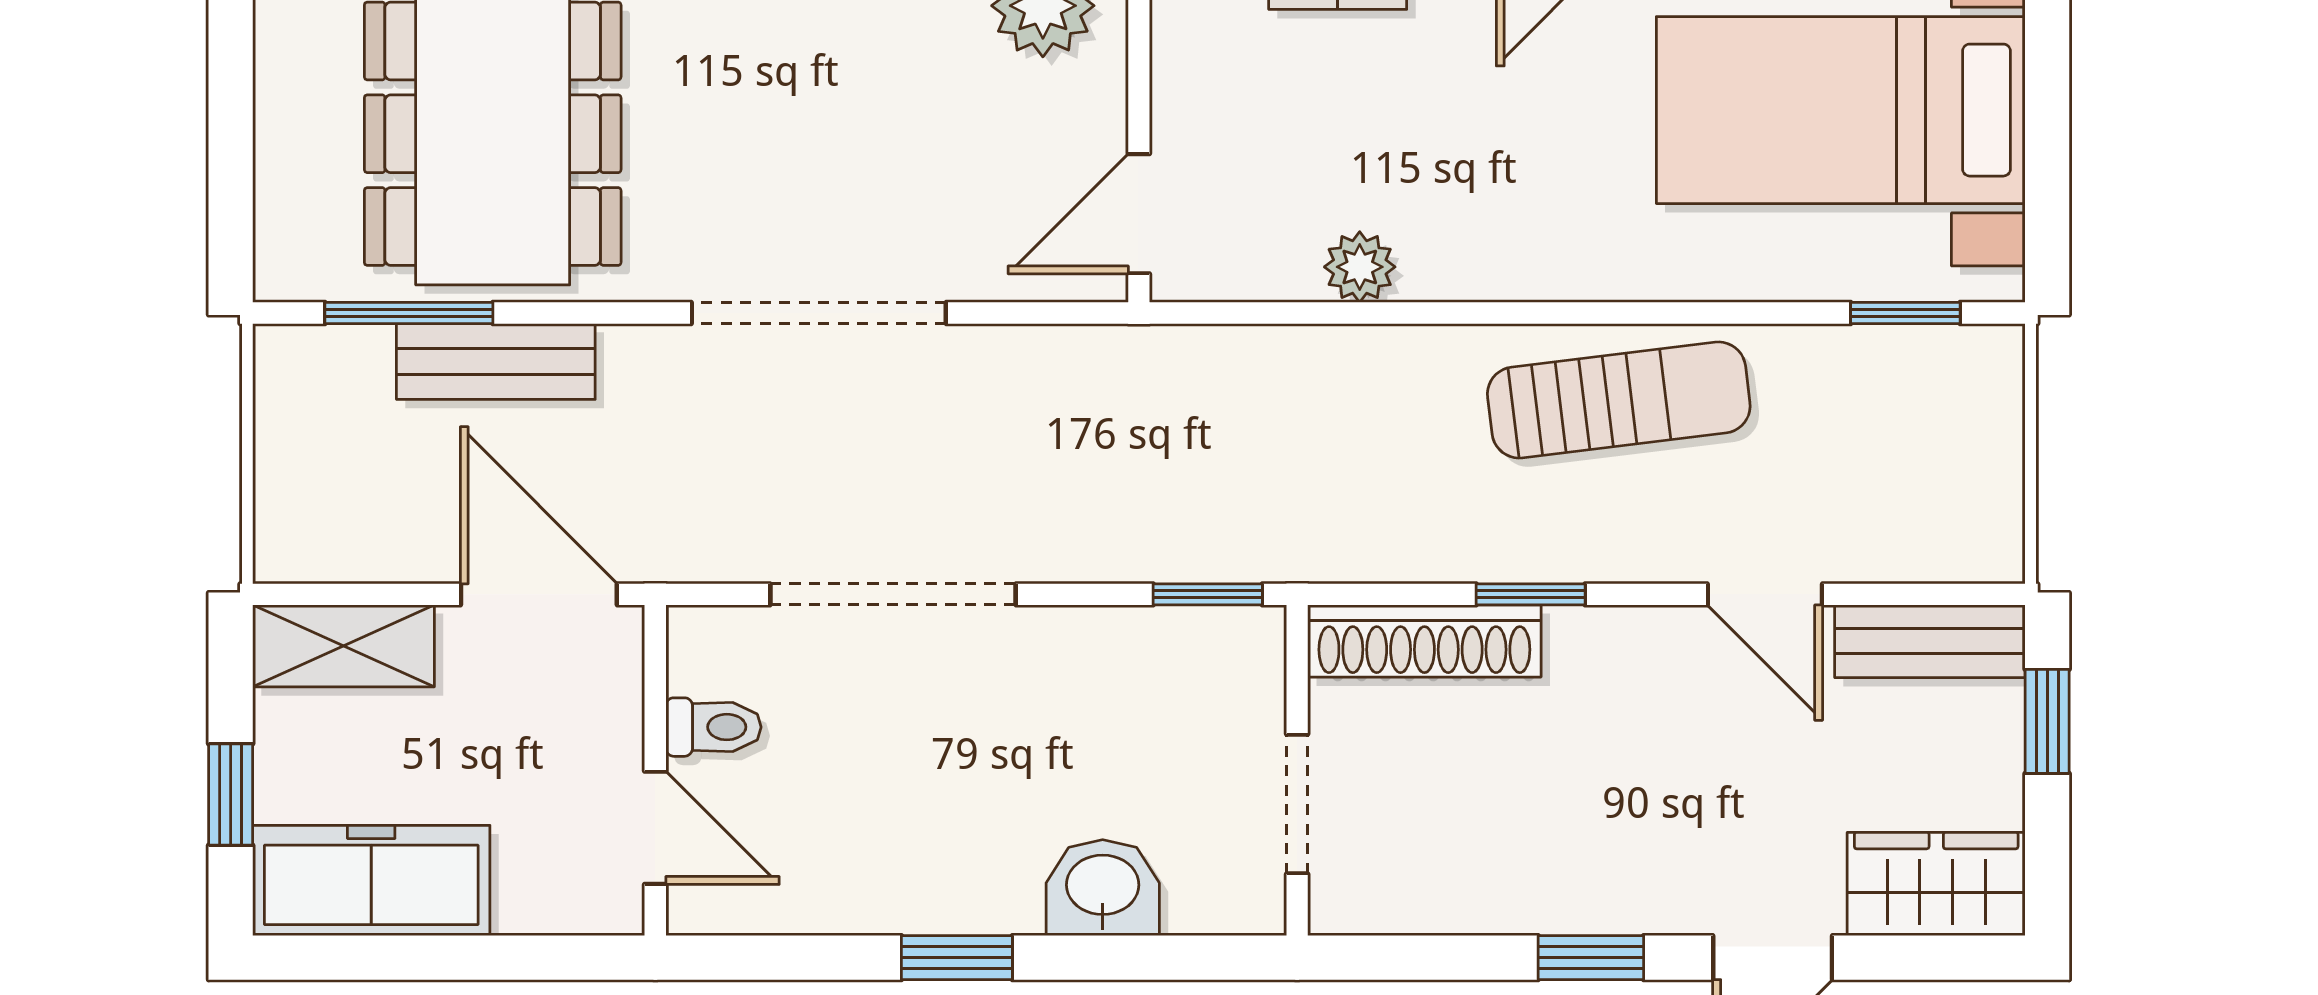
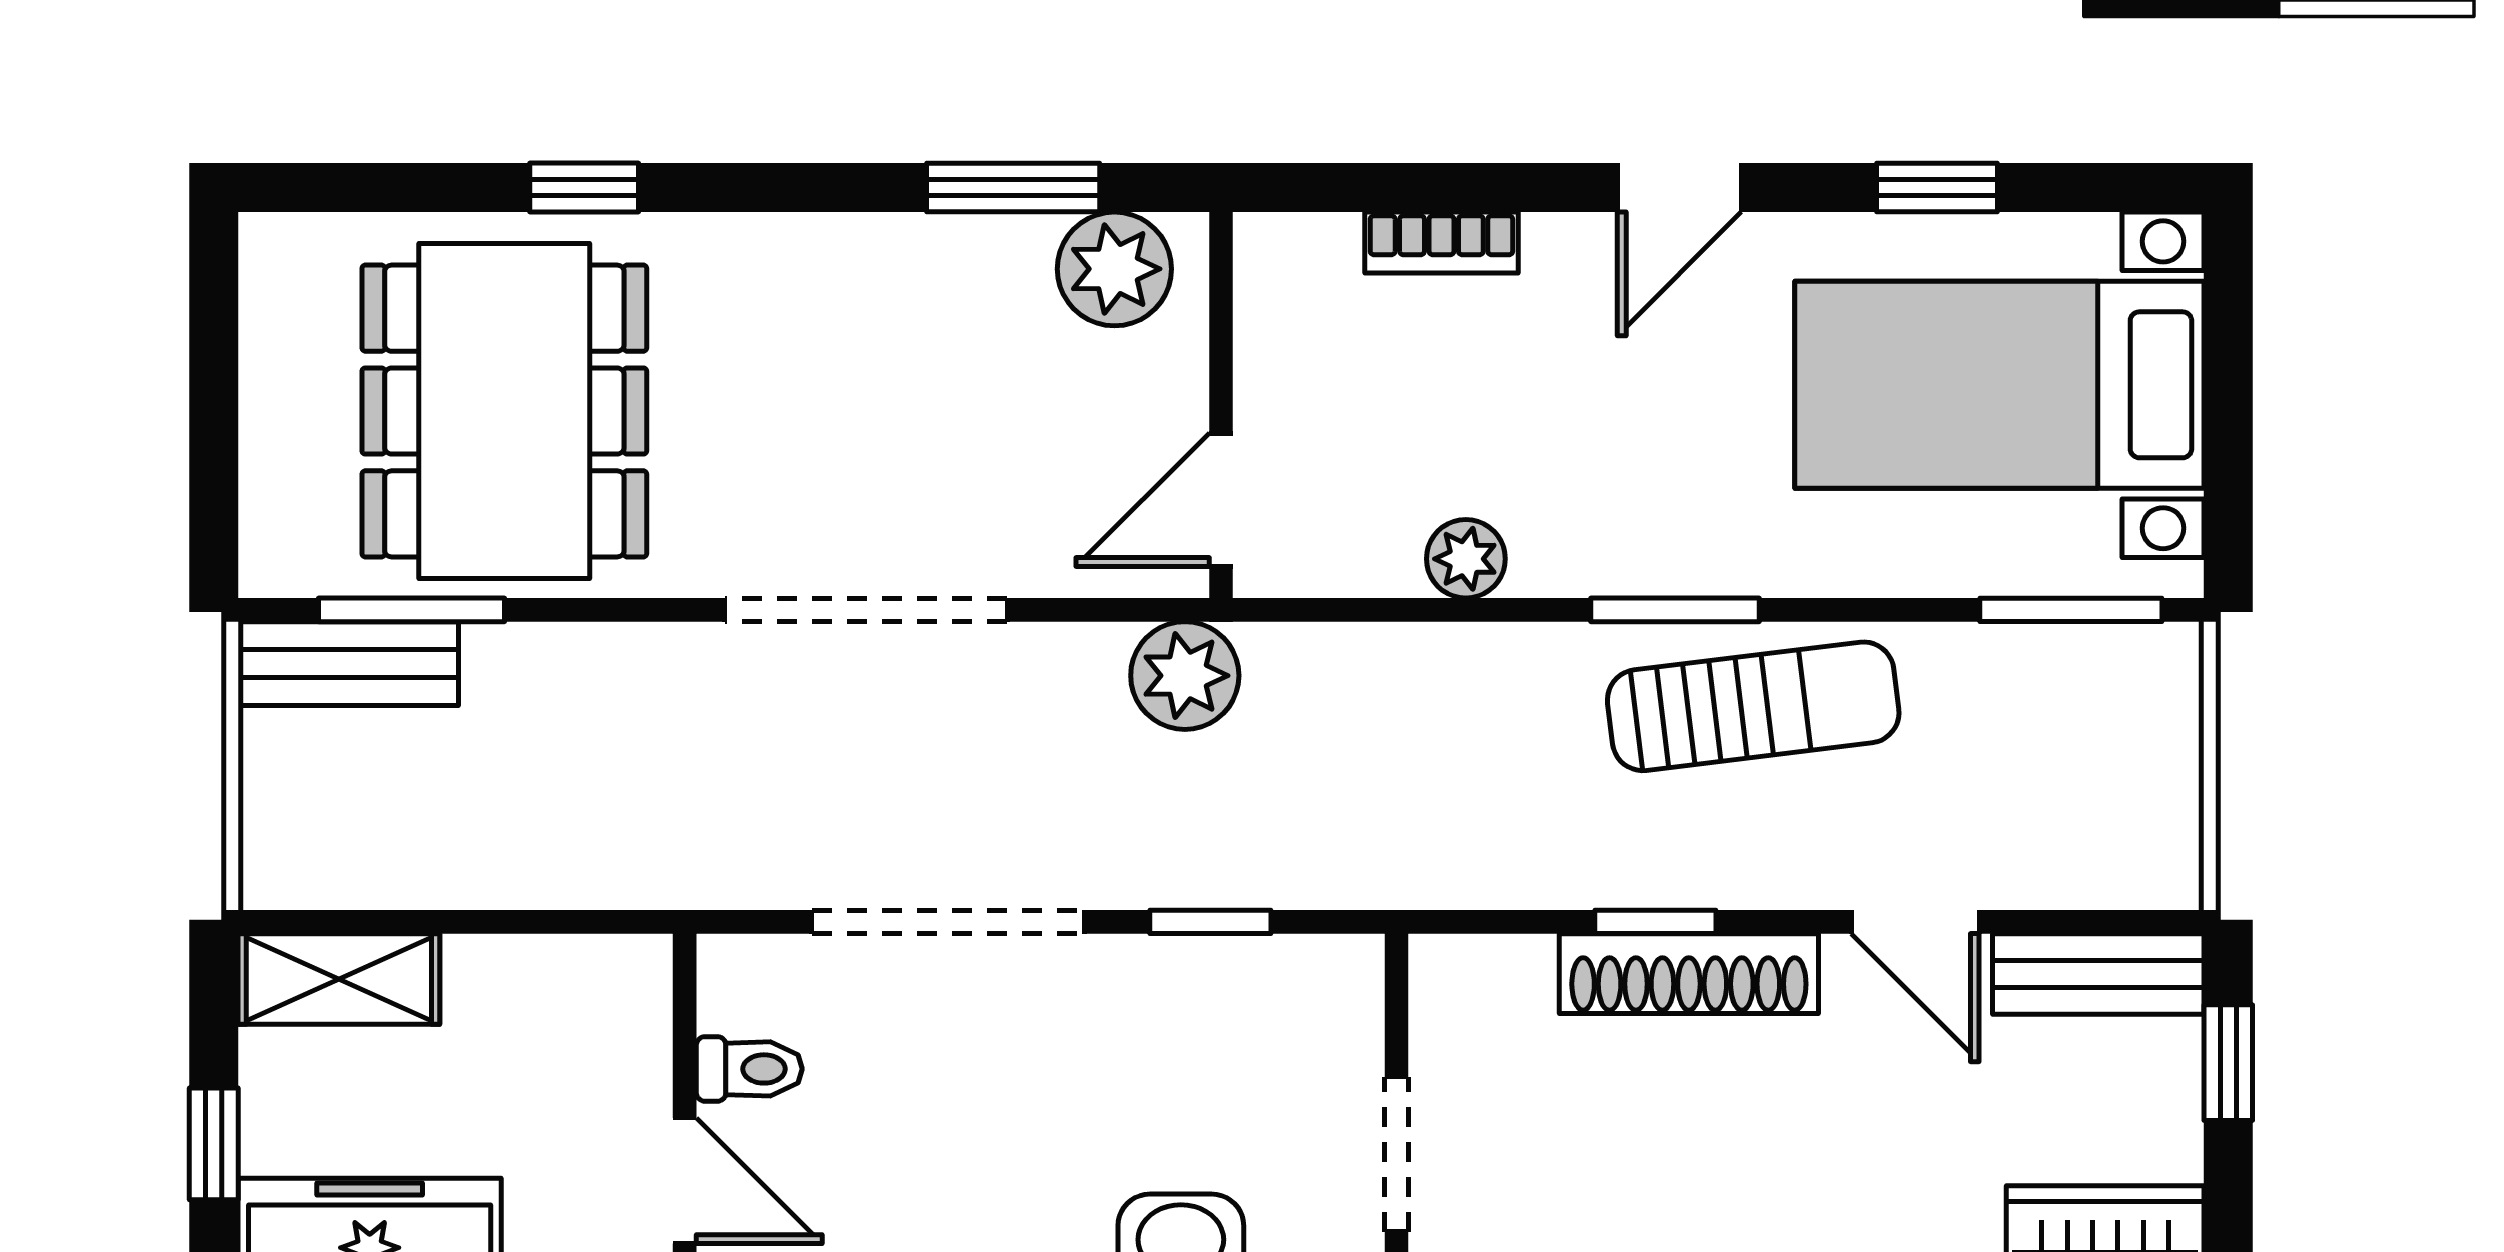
window: (1548, 313) -> (1675, 610), added
window: (1905, 313) -> (2071, 610), width x1.50
bench: (496, 361) -> (348, 664), moved
plant: (1106, 372) -> (1185, 676), added
door: (539, 594) -> (556, 922), removed
window: (1208, 594) -> (1210, 922), moved
shoe rack: (1424, 641) -> (1689, 974), moved

